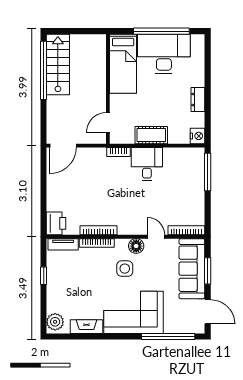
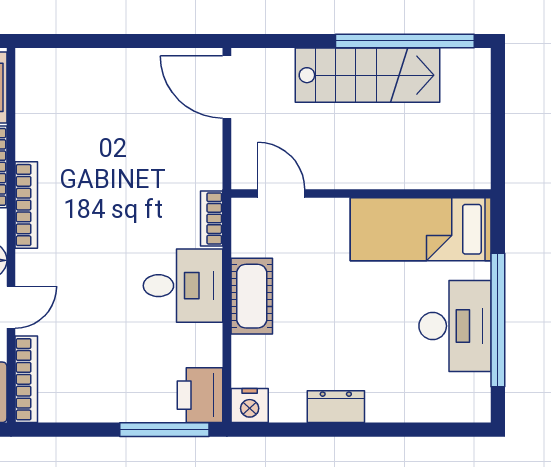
desk: (164, 54) -> (455, 326), width x0.73, depth x0.77
stairs: (58, 65) -> (367, 75), moved
printer: (56, 223) -> (200, 395), moved, turned 90
bookcase: (98, 230) -> (26, 205), moved

